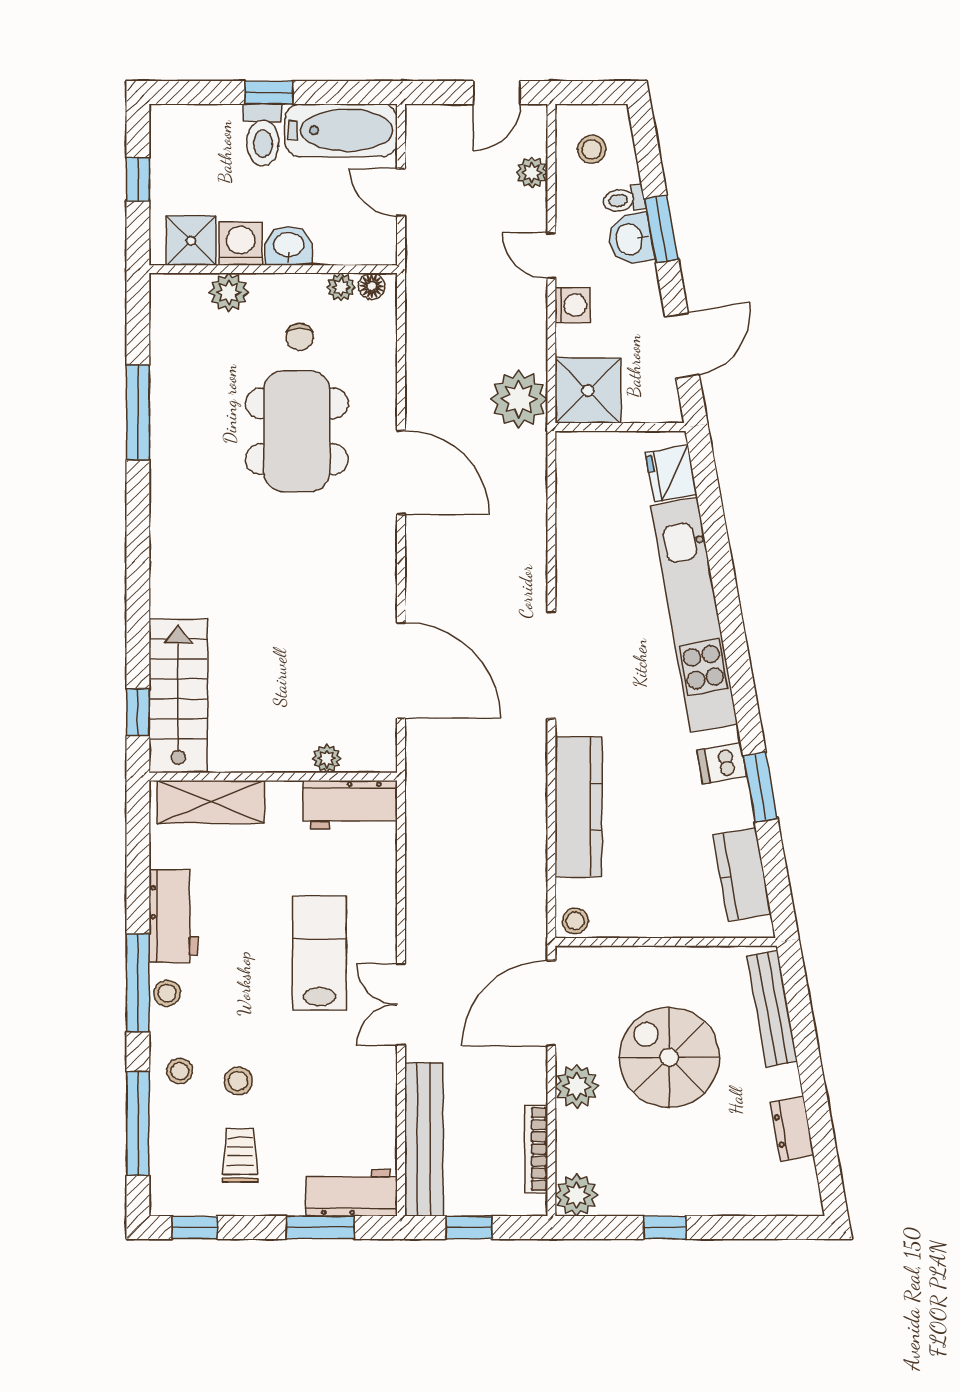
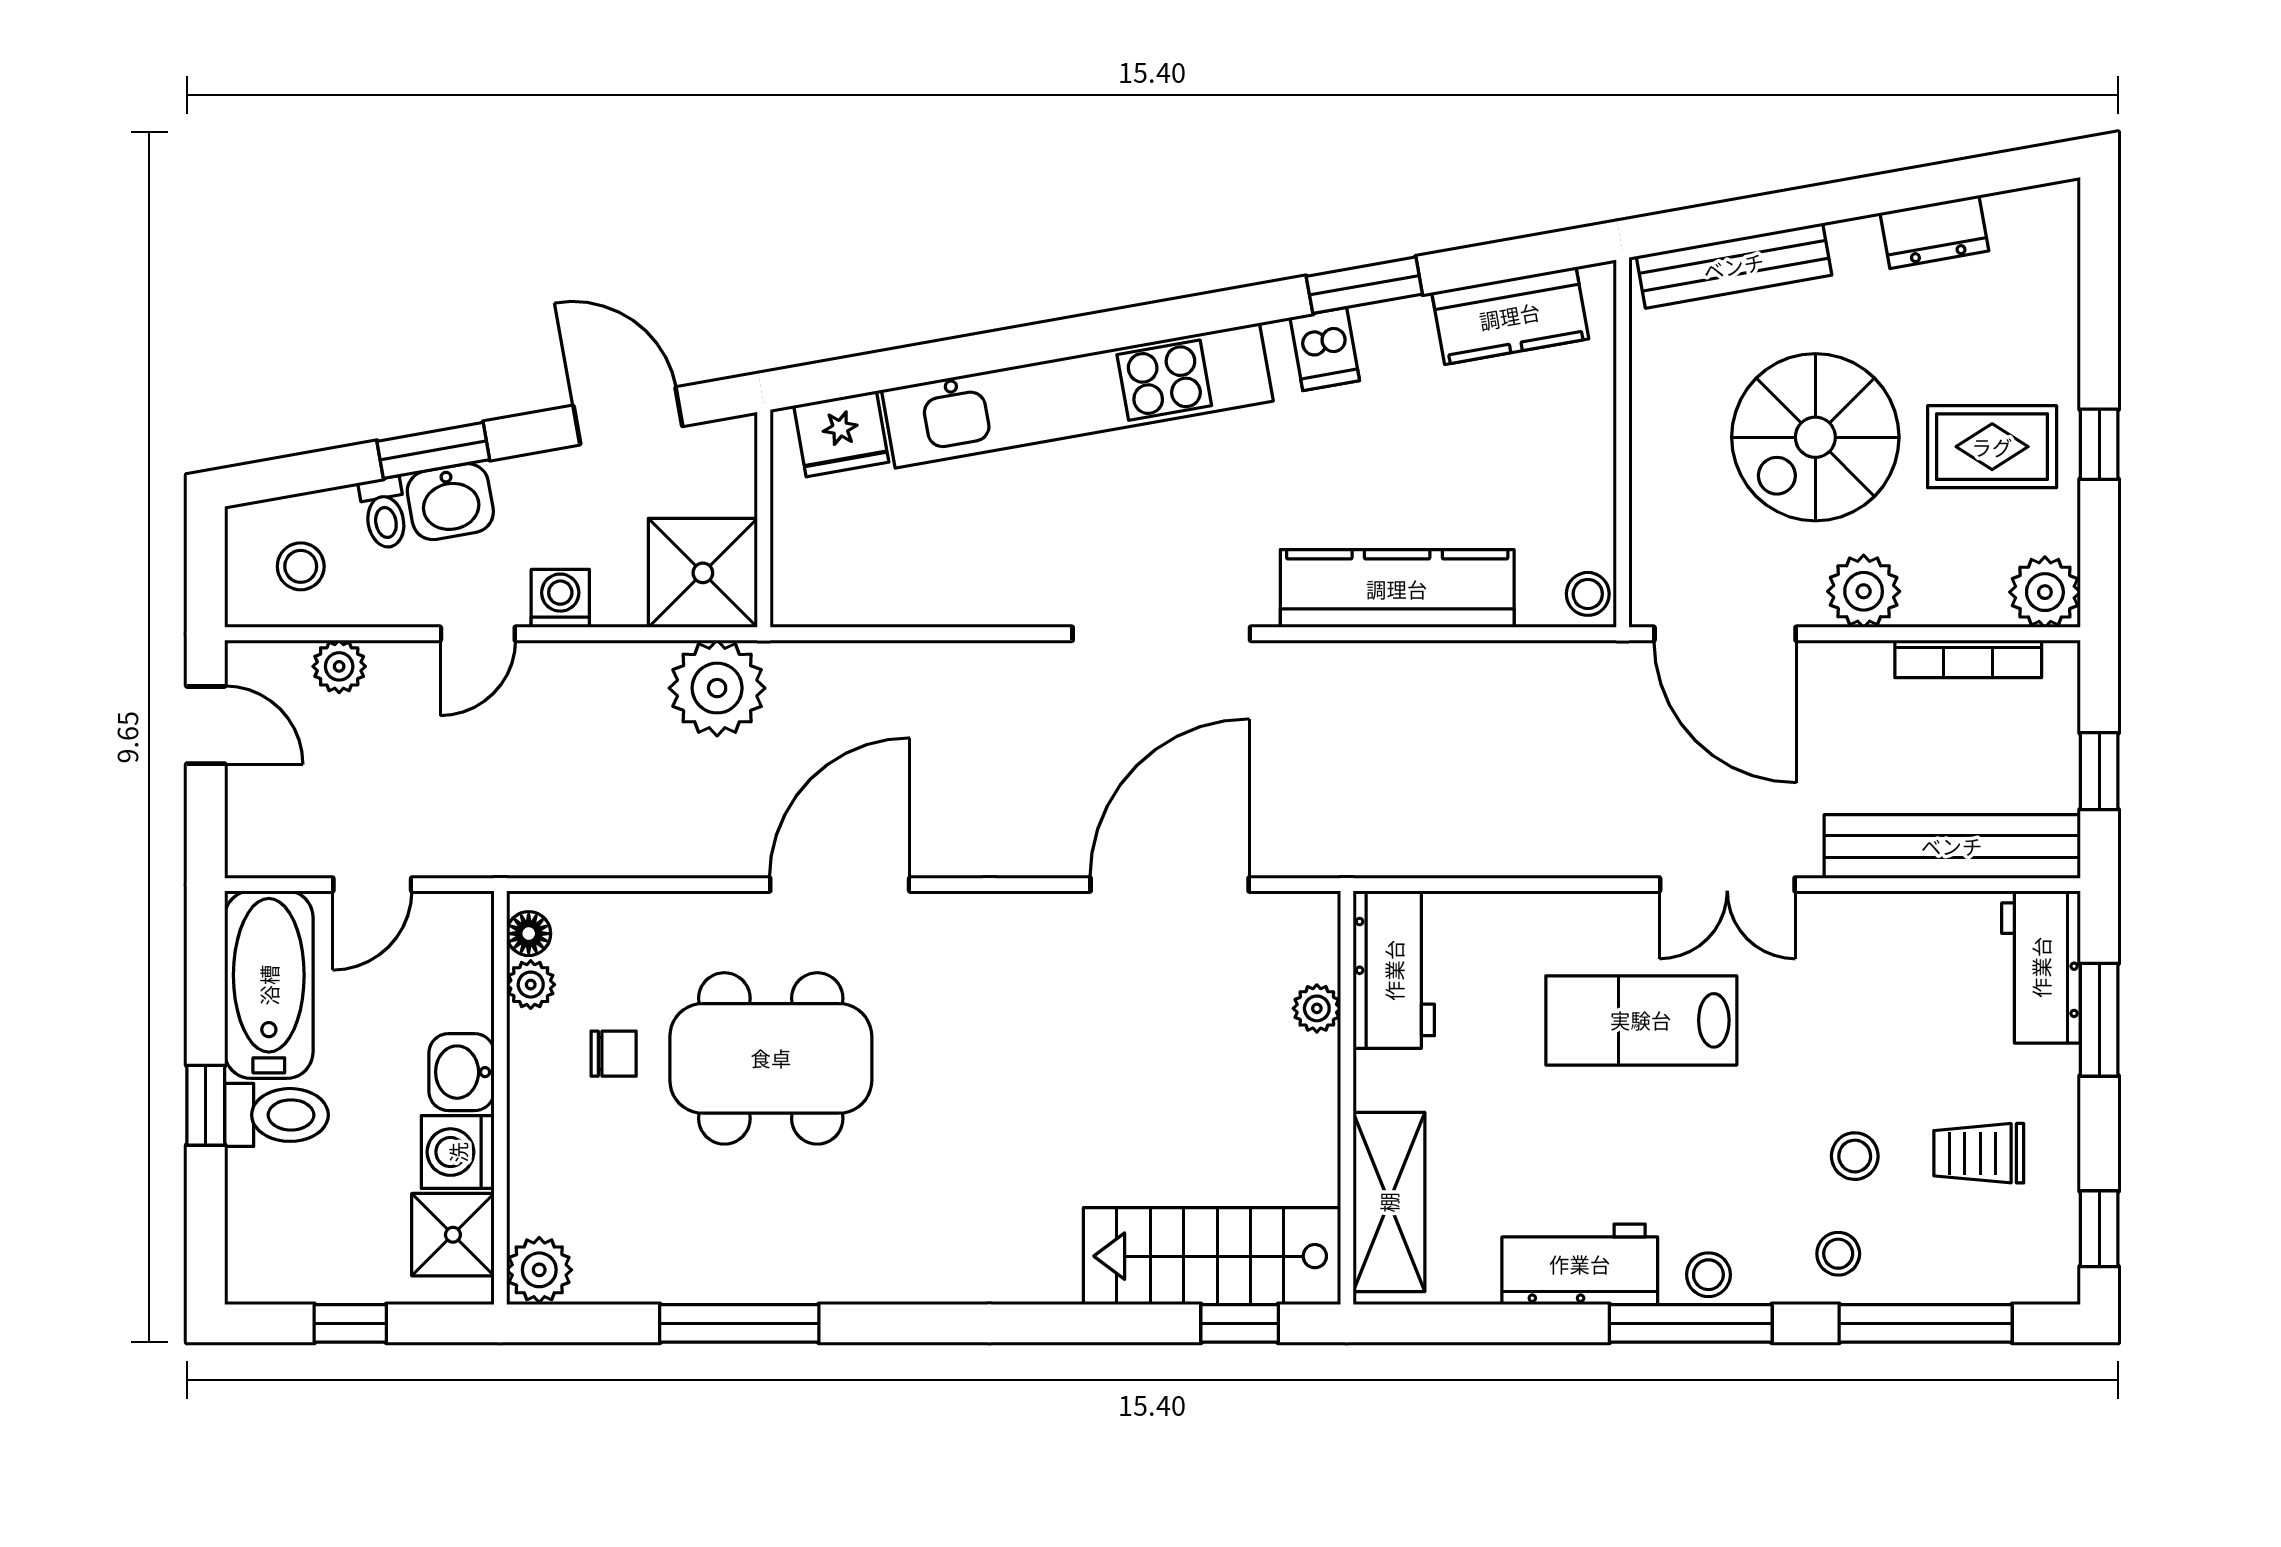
plant: (229, 292) -> (539, 1270), moved
rug: (663, 1163) -> (1992, 447), added

